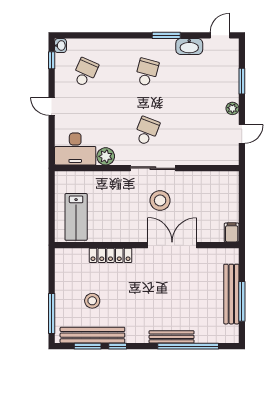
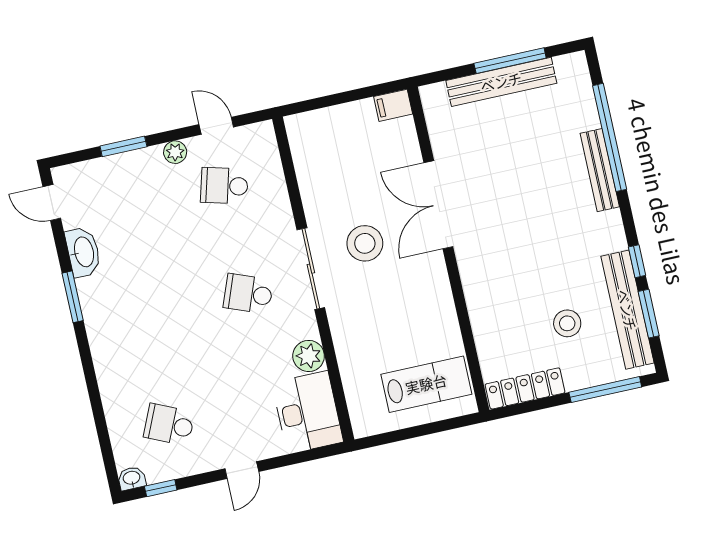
school desk: (147, 72) -> (224, 186), moved
locker: (111, 255) -> (525, 388), moved, turned -90

